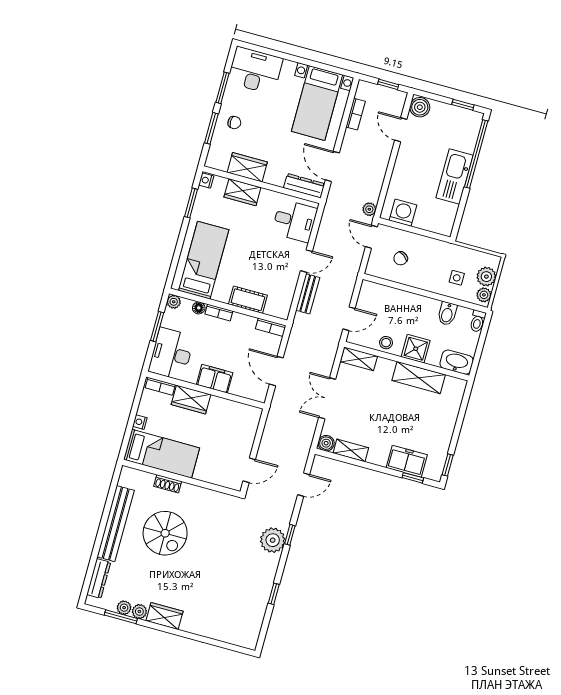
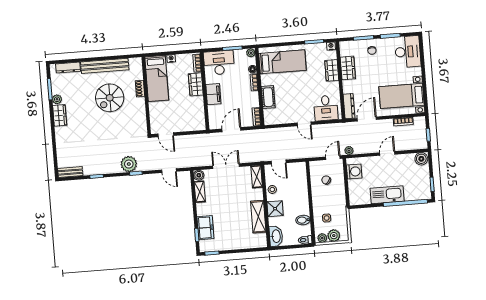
door: (401, 130) -> (387, 153), moved
bench: (308, 294) -> (70, 172), moved
plant: (124, 608) -> (56, 89), removed

